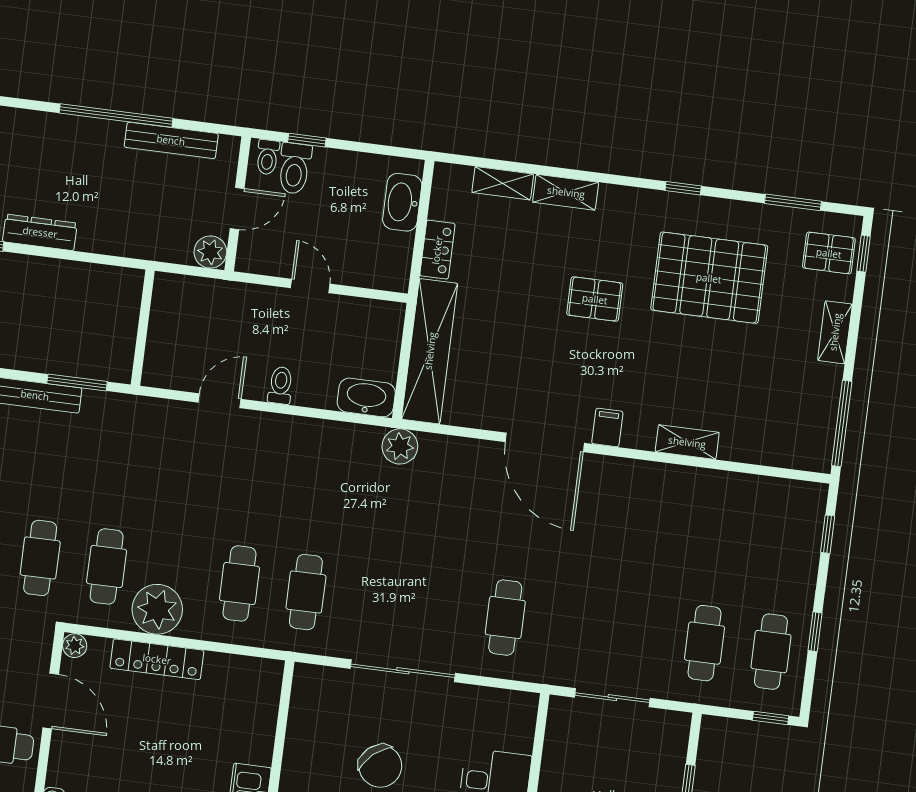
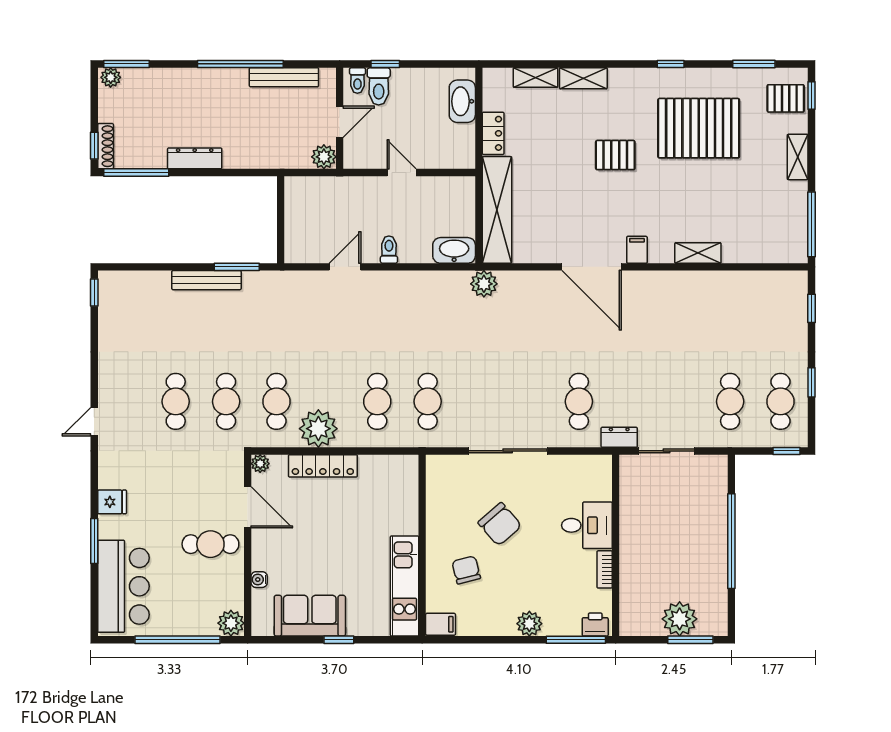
dresser: (552, 672) -> (619, 437), added

